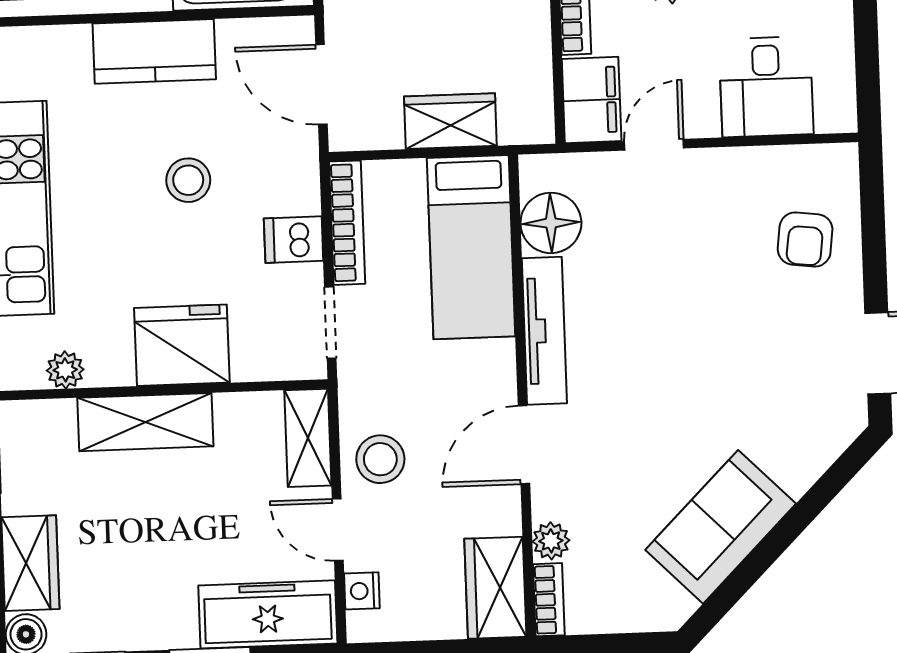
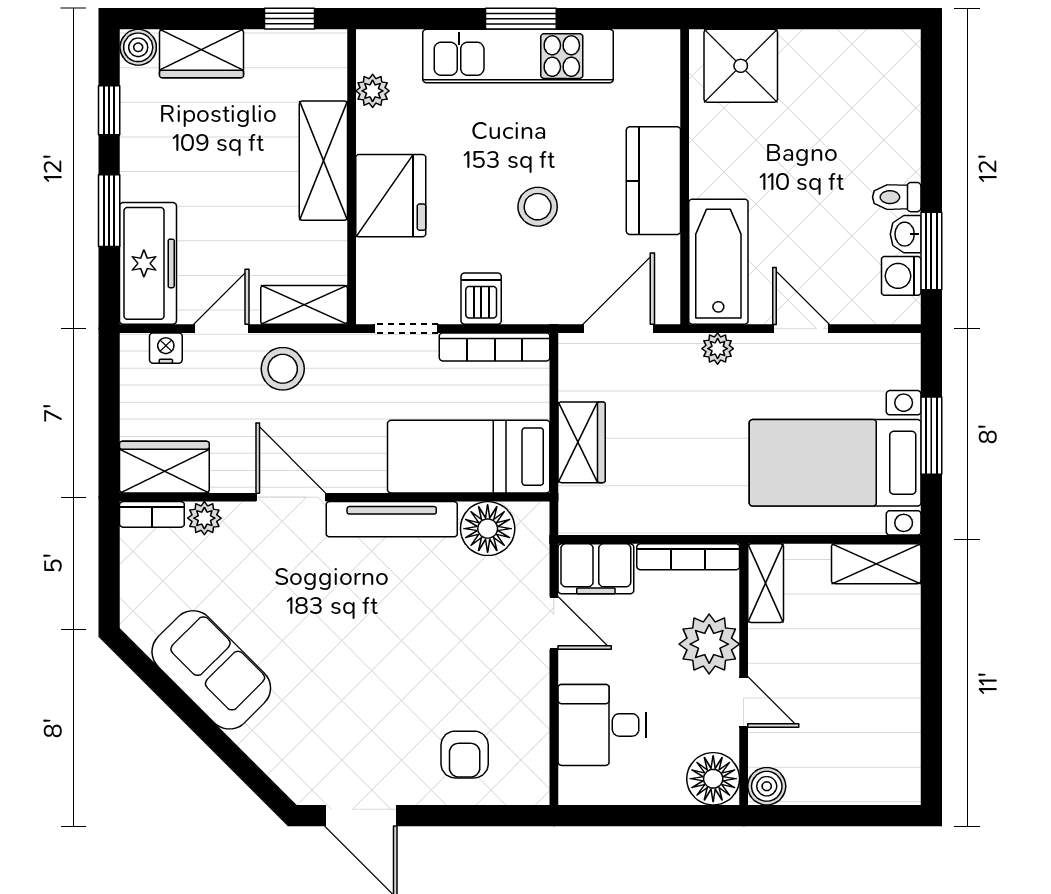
armchair: (805, 239) -> (465, 755), turned -97

